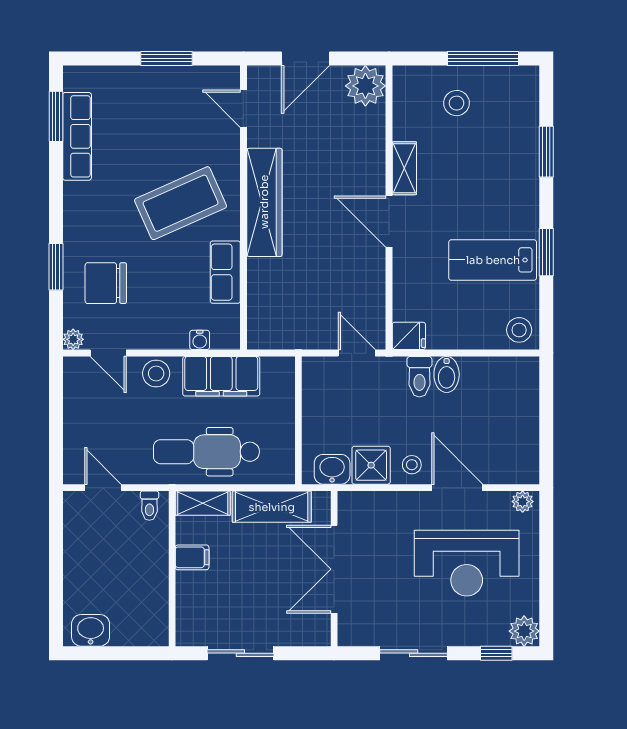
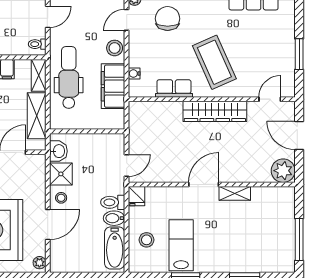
stool: (456, 103) -> (273, 224), removed
stool: (519, 330) -> (147, 240), moved
bathtub: (497, 373) -> (115, 248), added

